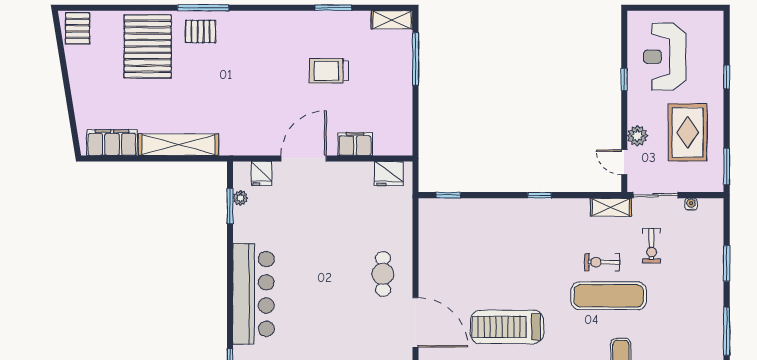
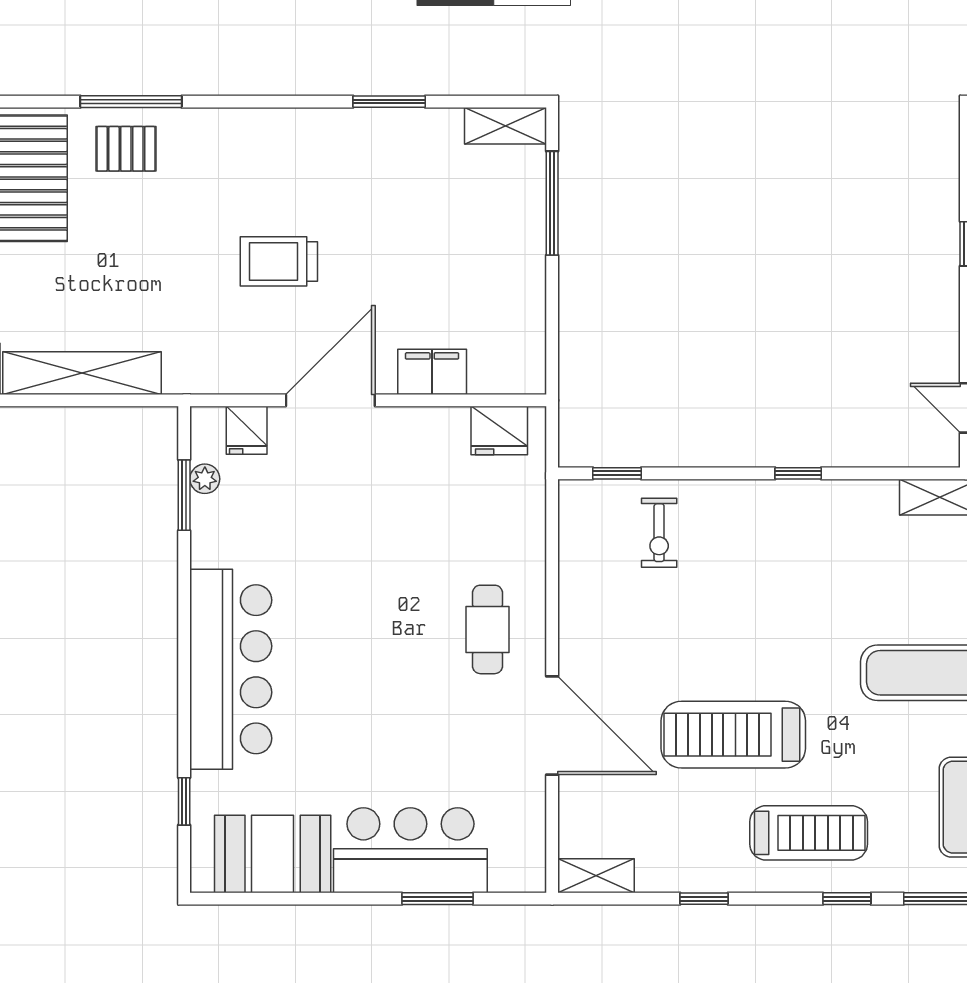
trolley: (329, 71) -> (279, 261), moved
exercise bike: (602, 262) -> (659, 533), moved, turned -90

